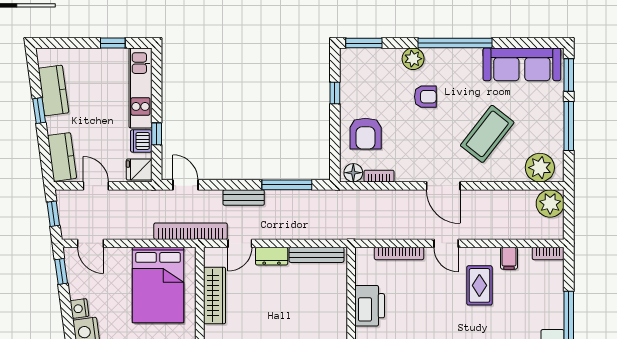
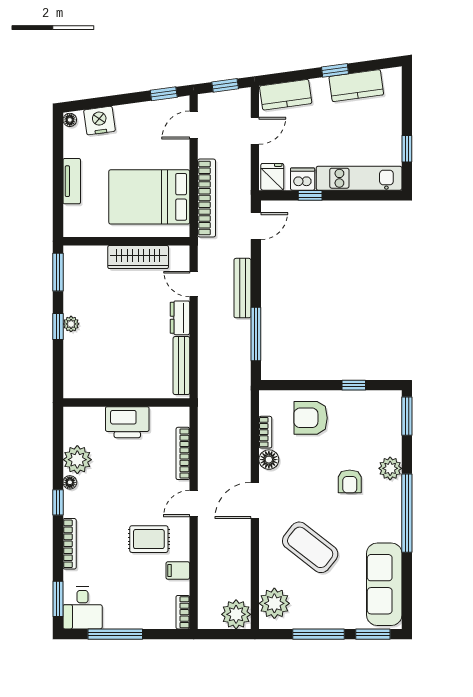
floor lamp: (353, 173) -> (269, 460), moved
bench: (244, 198) -> (242, 288), width x1.36
bookcase: (191, 231) -> (207, 198), moved
nightstand: (79, 309) -> (124, 113), removed

